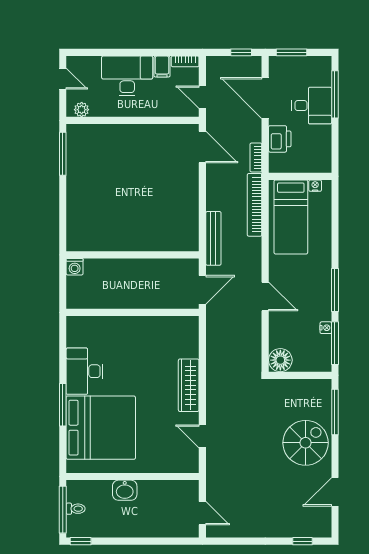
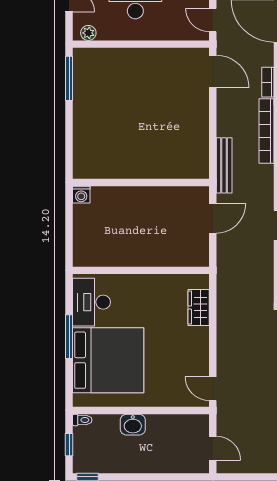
wall: (133, 312) -> (141, 270), moved
wardrobe: (189, 385) -> (199, 308), width x0.67
door: (202, 436) -> (213, 389), moved
toilet: (76, 509) -> (82, 420), moved
window: (63, 510) -> (69, 445), width x0.46

